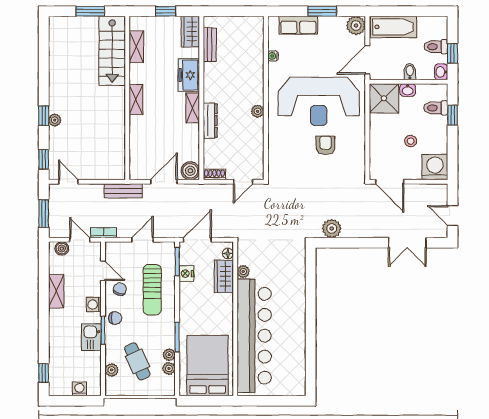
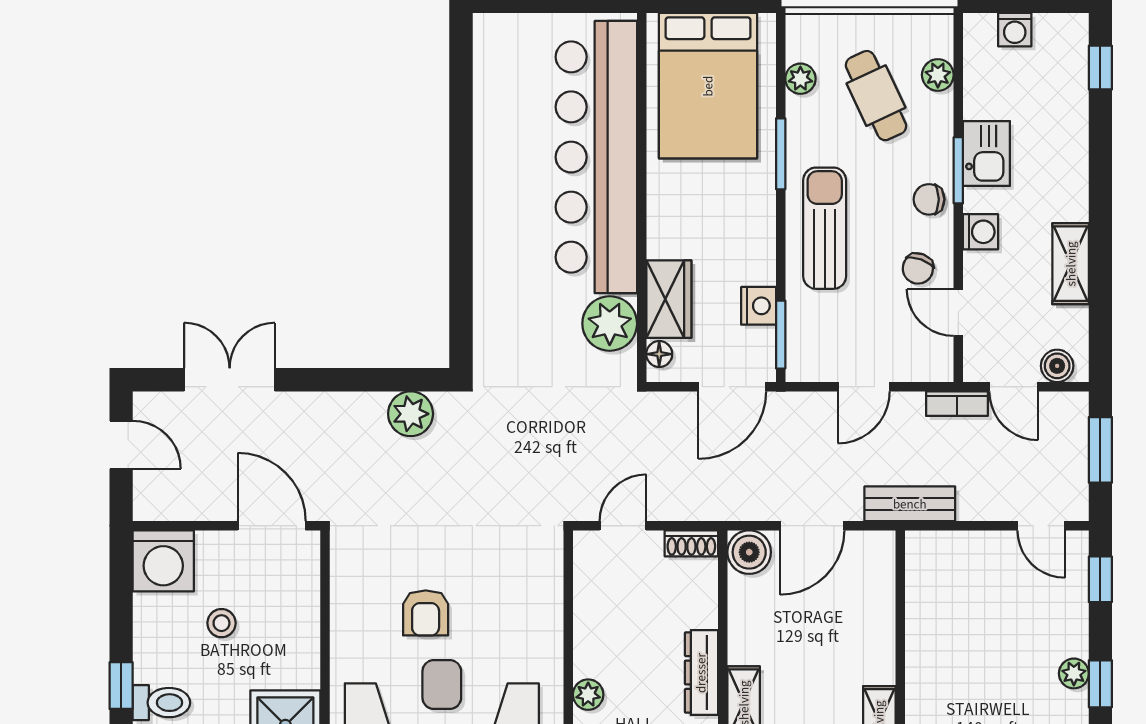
plant: (243, 272) -> (610, 324), width x1.87, depth x1.87
sun lounger: (152, 290) -> (825, 228), moved
plant: (169, 355) -> (800, 111), removed

